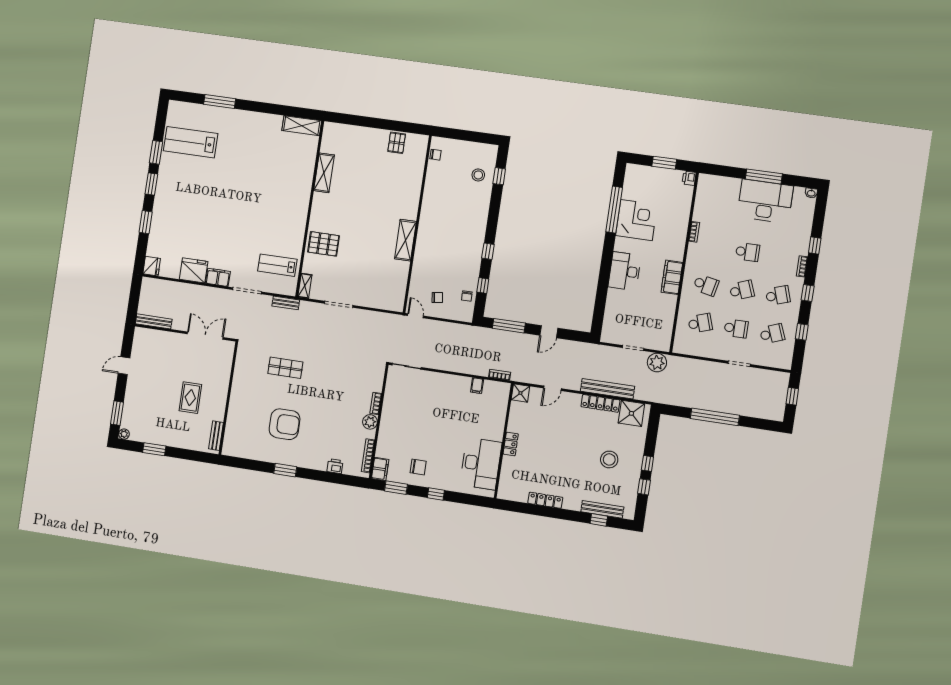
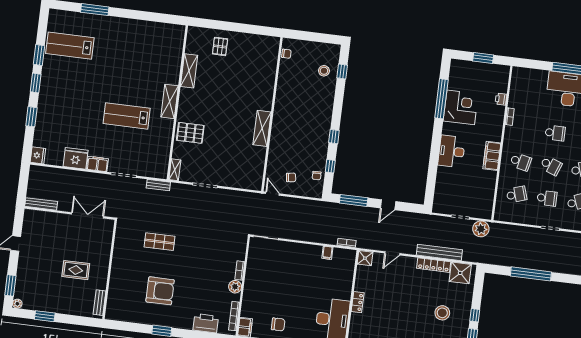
shelving: (302, 126) -> (170, 101), moved, turned 90
pallet: (397, 143) -> (220, 46), moved
printer: (689, 178) -> (501, 99), moved
lab bench: (277, 265) -> (127, 116), moved, width x1.36, depth x1.39
school desk: (742, 290) -> (551, 166), turned 42
rug: (190, 398) -> (76, 270), turned 90
printer: (335, 466) -> (206, 323), width x1.87, depth x1.48

